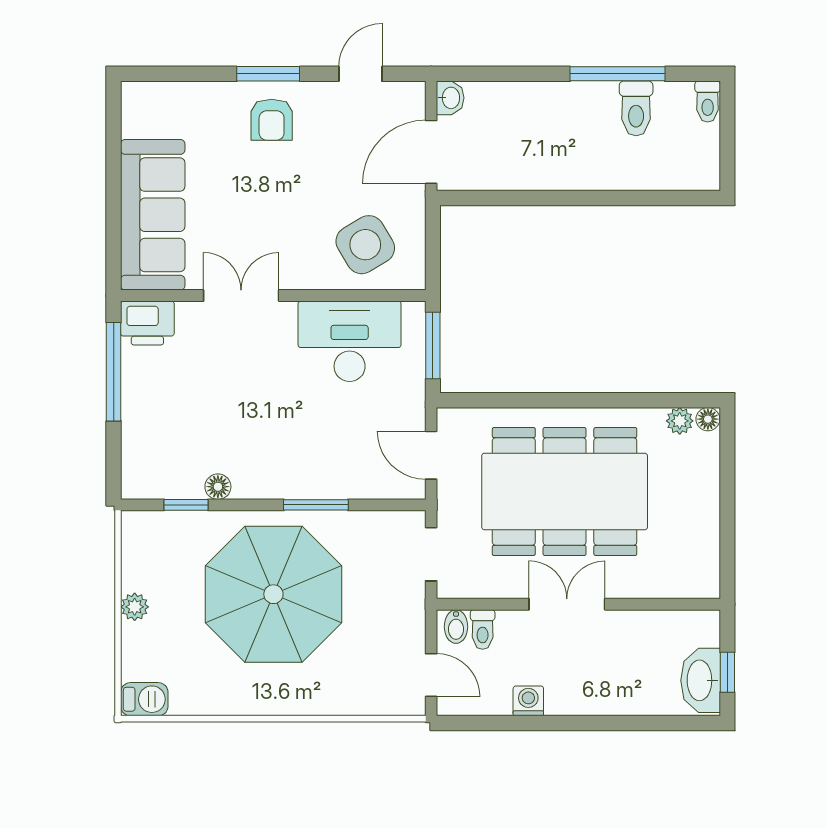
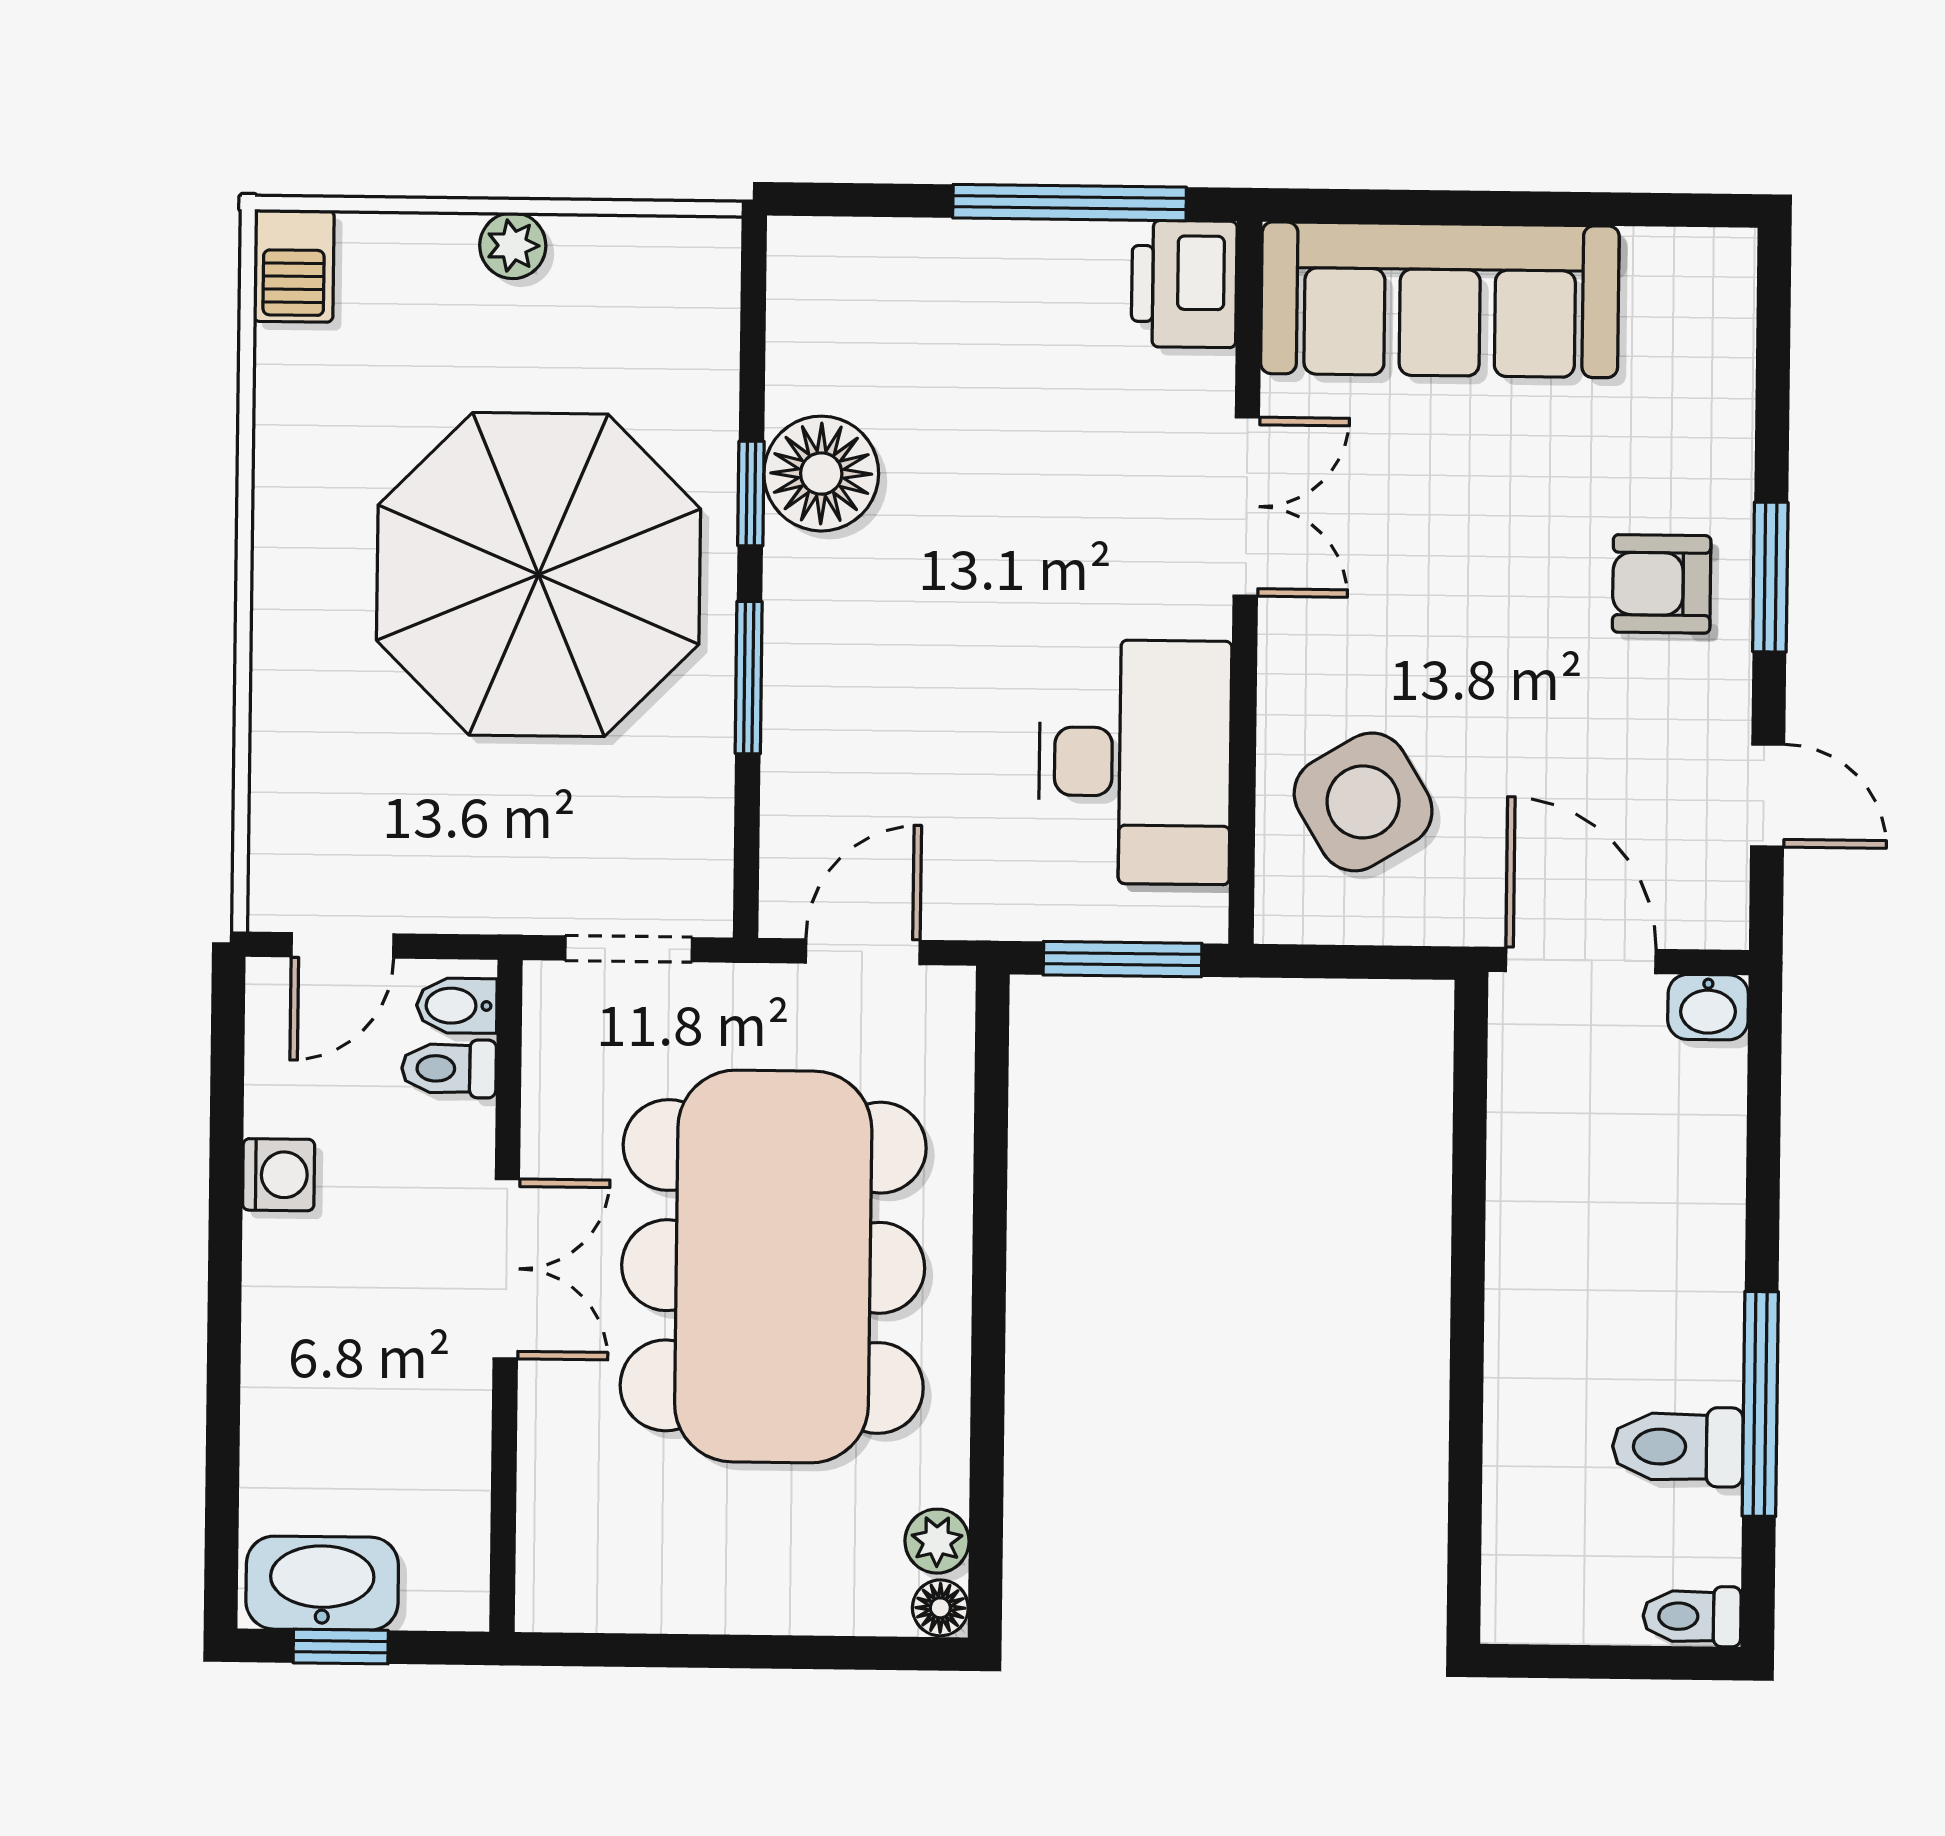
floor lamp: (218, 487) -> (821, 474), width x1.89, depth x1.89
window: (186, 505) -> (751, 494), moved

